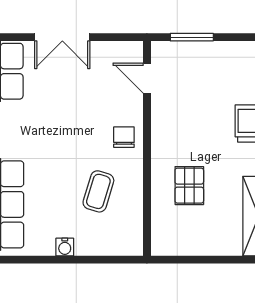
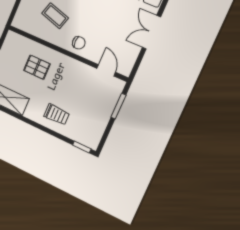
door: (147, 78) -> (106, 70), hinge flipped

